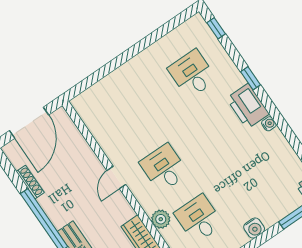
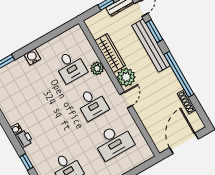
printer: (248, 106) -> (24, 139), width x0.53, depth x0.68
desk: (129, 117) -> (114, 141), added
plant: (119, 210) -> (126, 77), added

